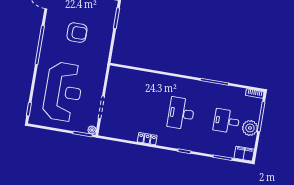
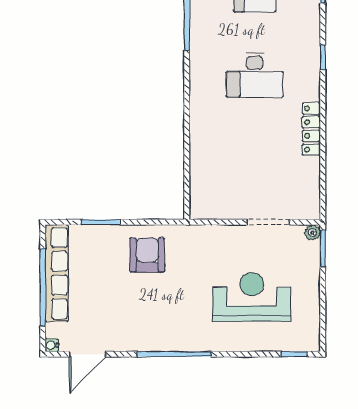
armchair: (77, 33) -> (147, 255), moved
reception desk: (63, 92) -> (252, 297), width x0.74, depth x0.77
locker: (147, 139) -> (311, 129), width x1.53

